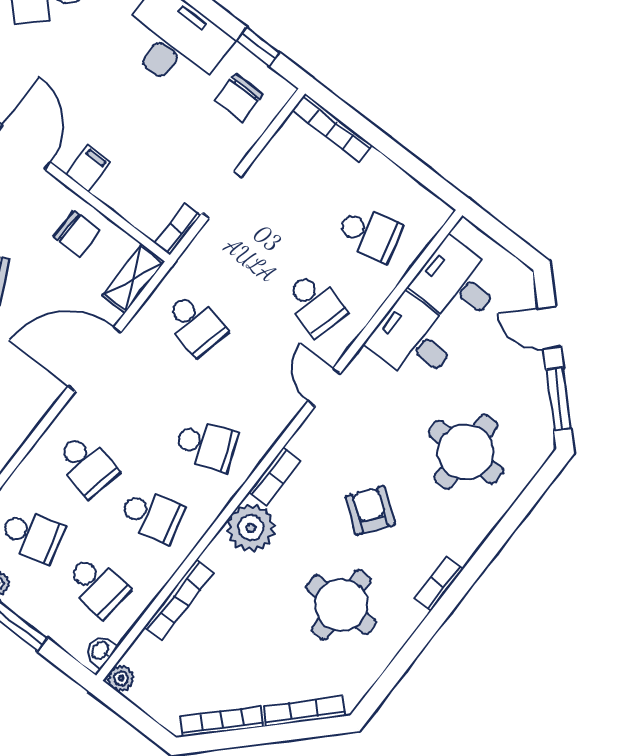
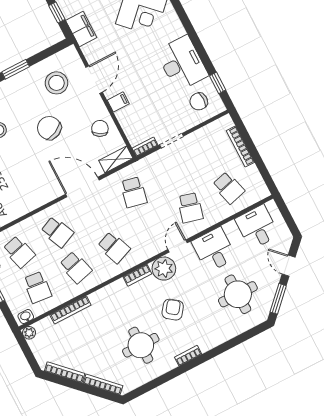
bookcase: (332, 128) -> (240, 147), moved
chair: (77, 234) -> (100, 128), turned -151
desk: (413, 340) -> (214, 250), moved
round table: (466, 452) -> (238, 294), moved
school desk: (86, 465) -> (57, 232), turned -36
plant: (251, 528) -> (164, 269), moved

